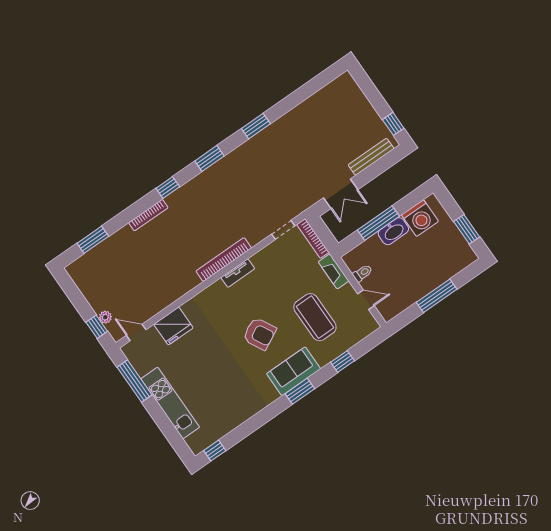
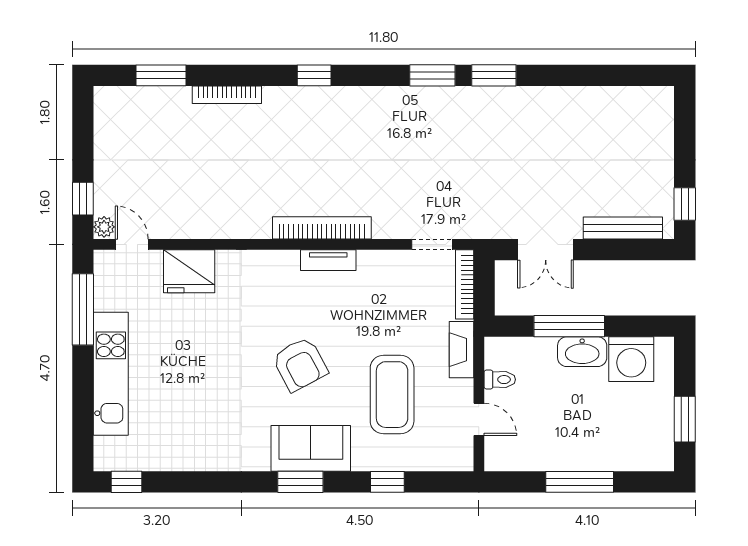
window: (209, 158) -> (432, 75), moved
bookcase: (148, 215) -> (227, 95), moved
plant: (105, 317) -> (104, 227), moved

